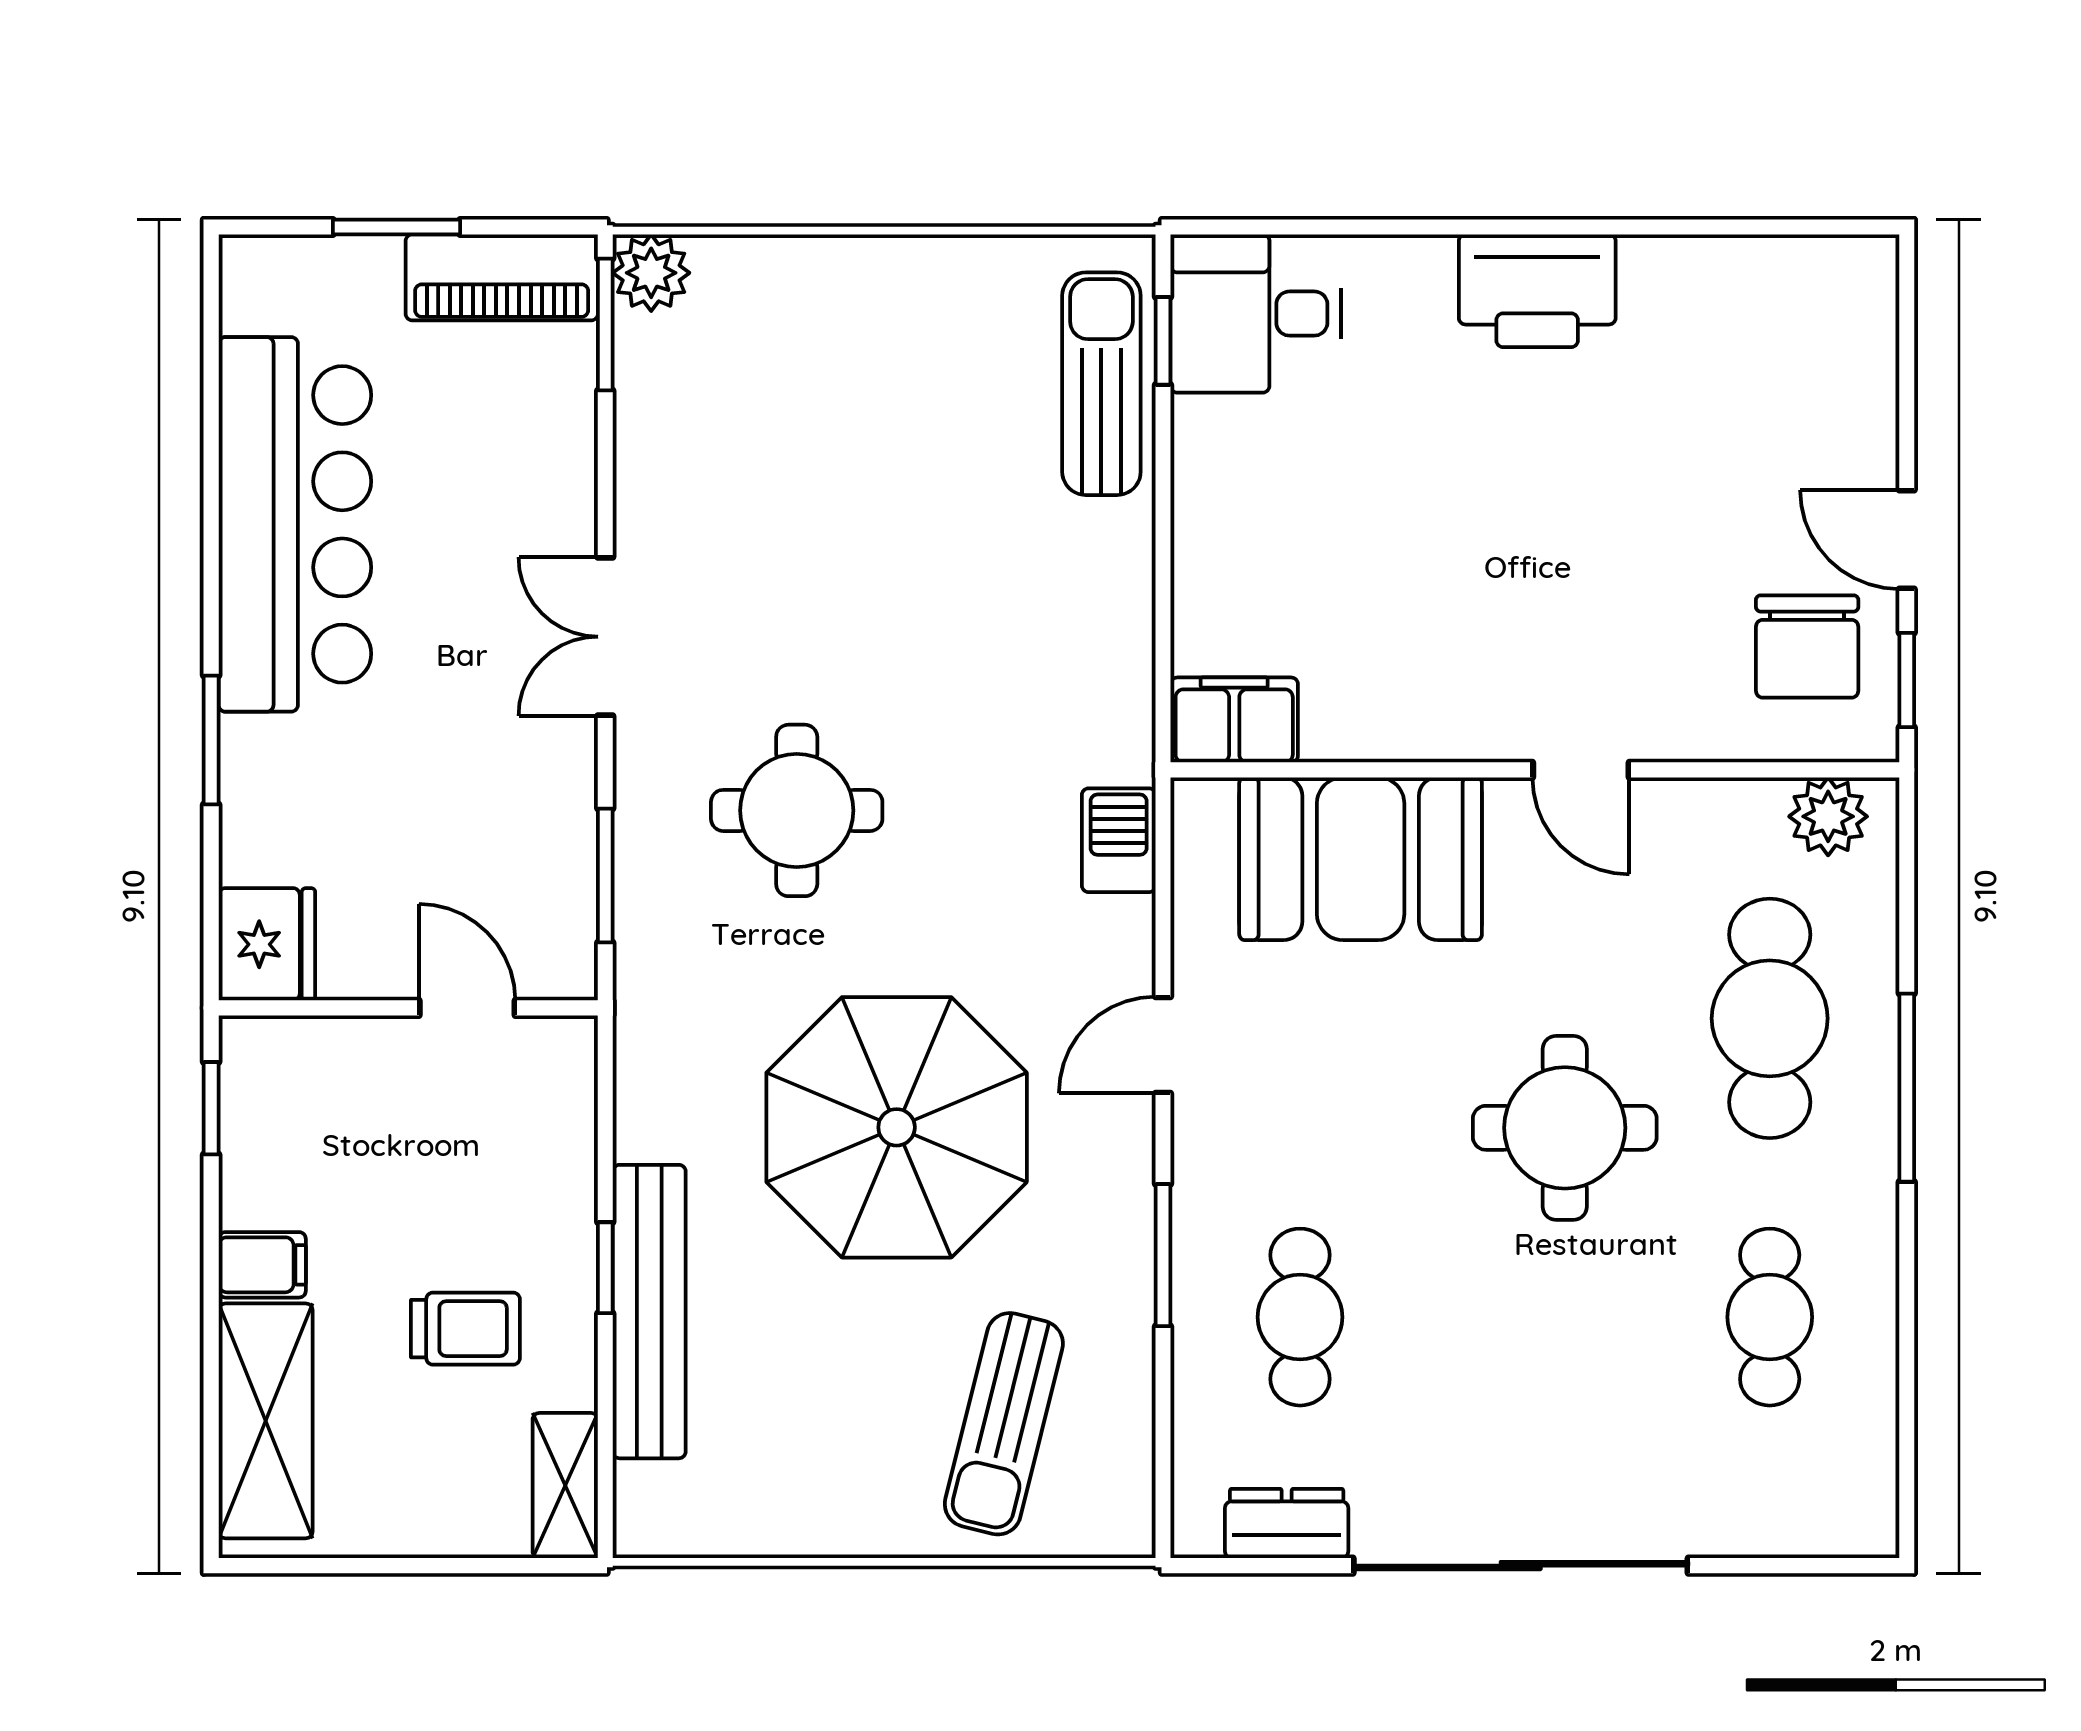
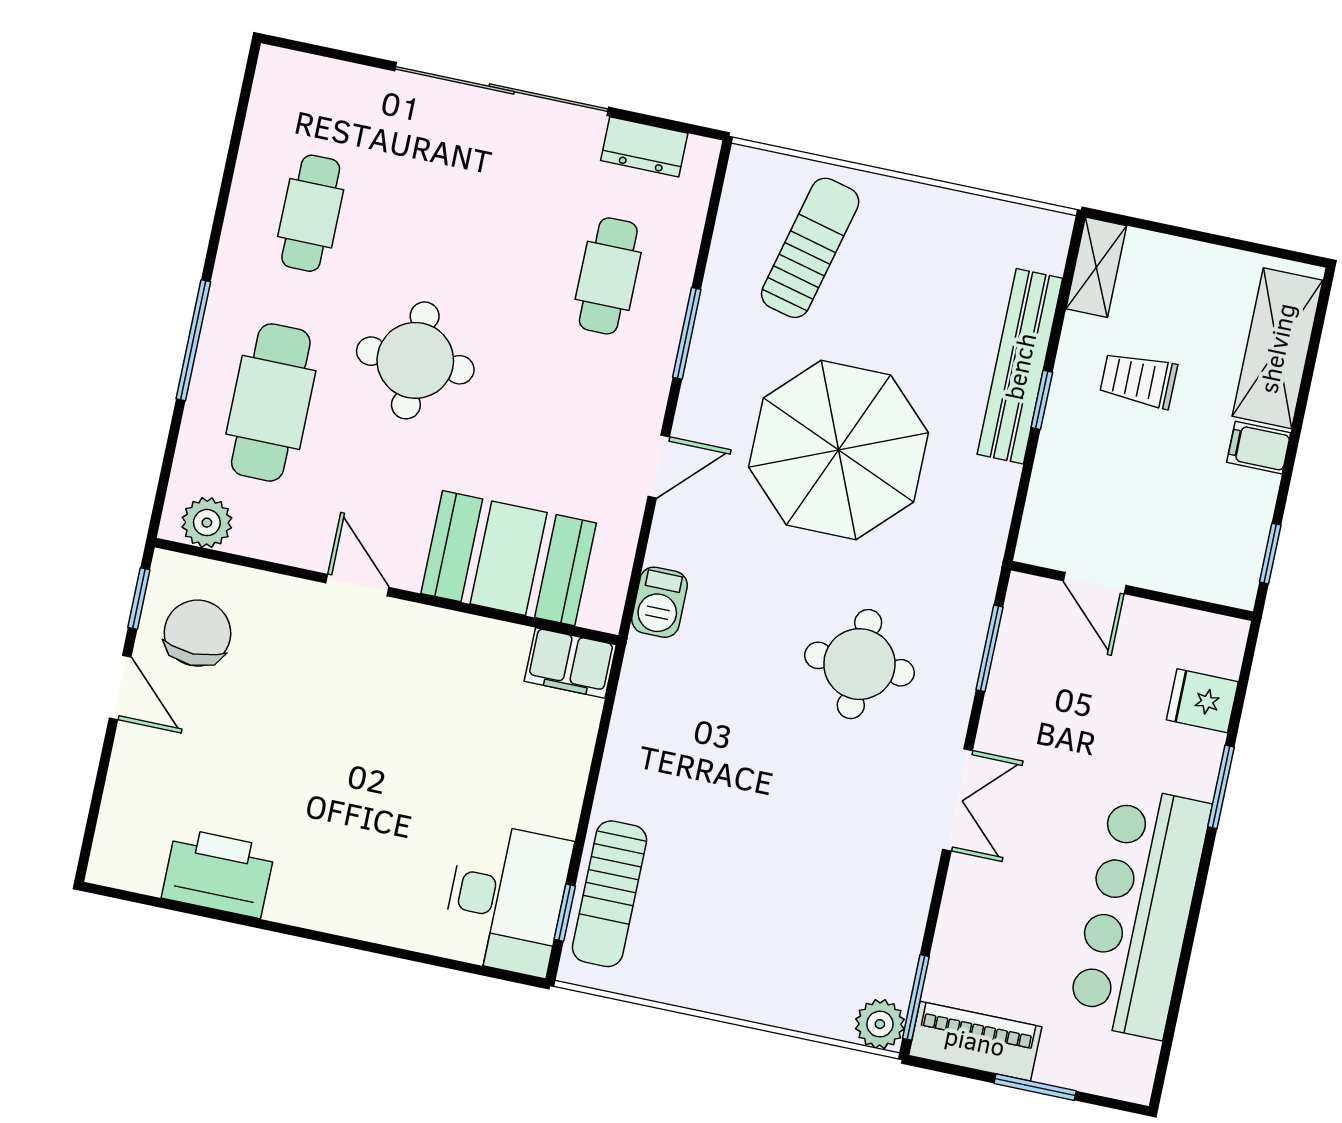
printer: (1537, 291) -> (218, 873), moved
desk: (1256, 314) -> (506, 899), width x1.37
fridge: (267, 944) -> (1202, 701), moved, width x0.72

